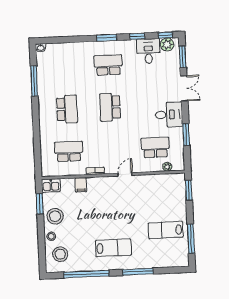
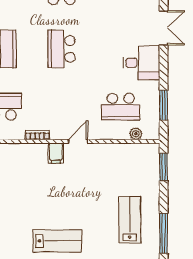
window: (186, 134) -> (164, 105), moved
school desk: (155, 147) -> (121, 107), turned 180
filing cabinet: (81, 185) -> (56, 153), moved
lab bench: (166, 230) -> (130, 220), turned 90

